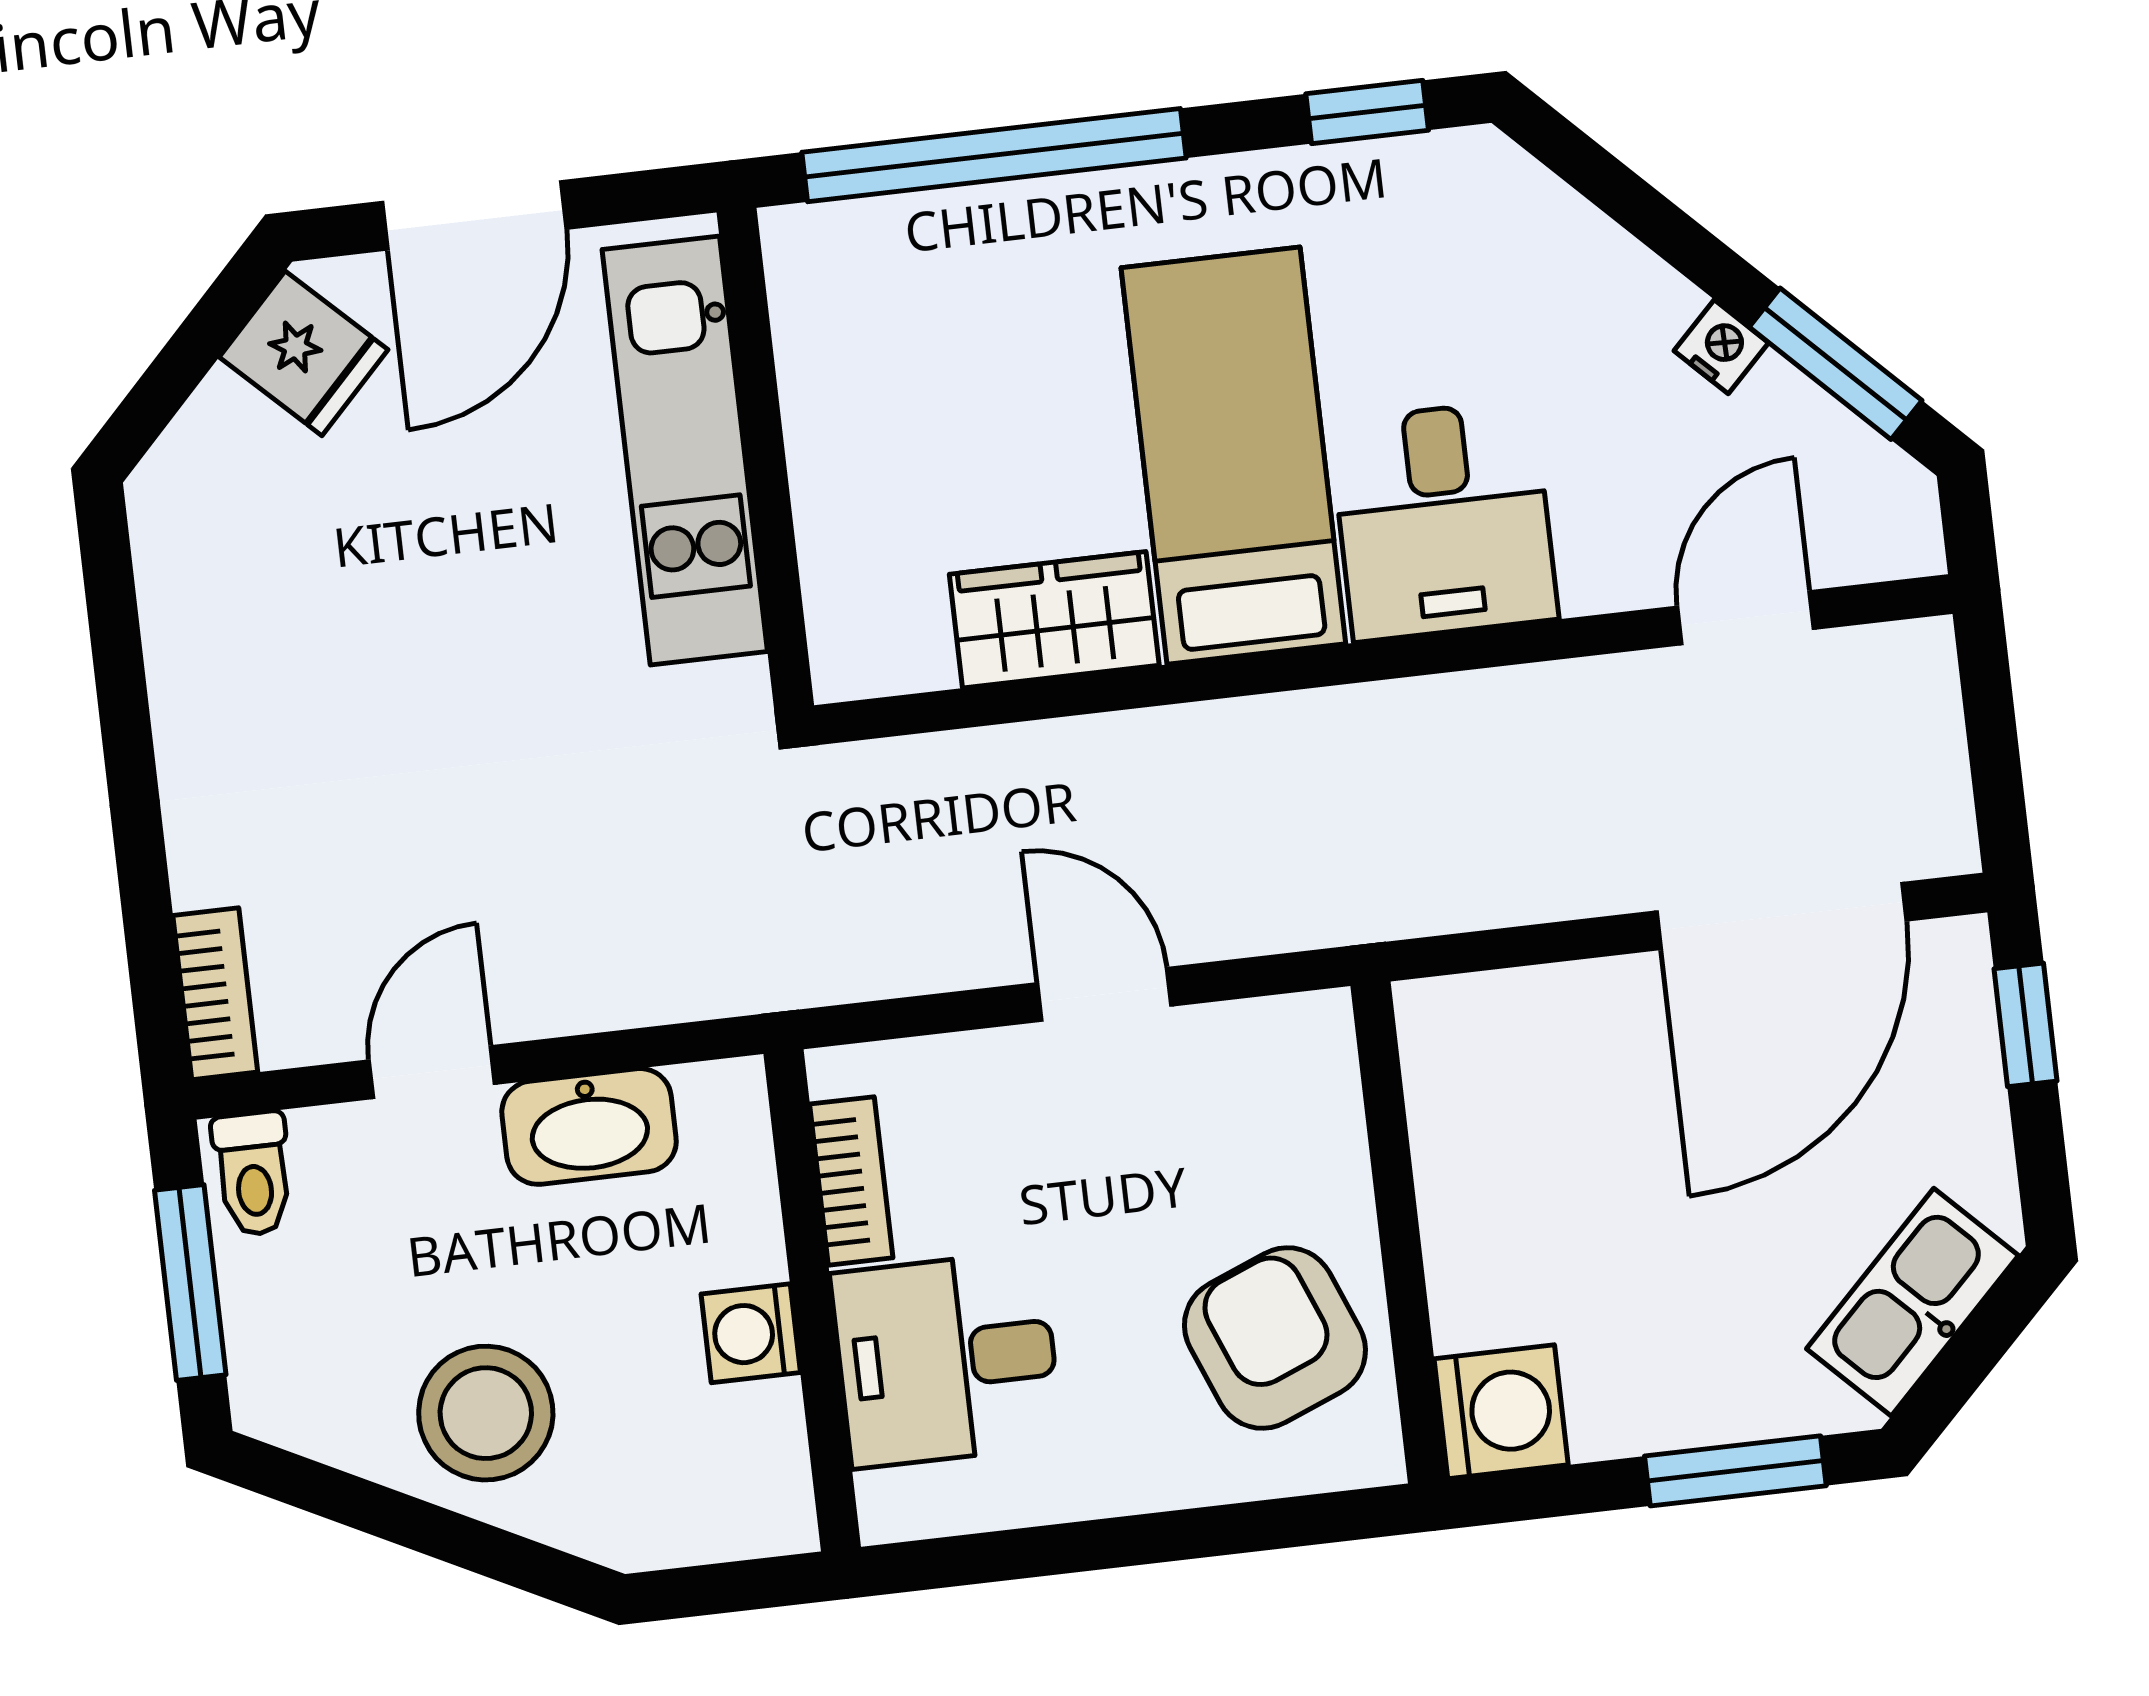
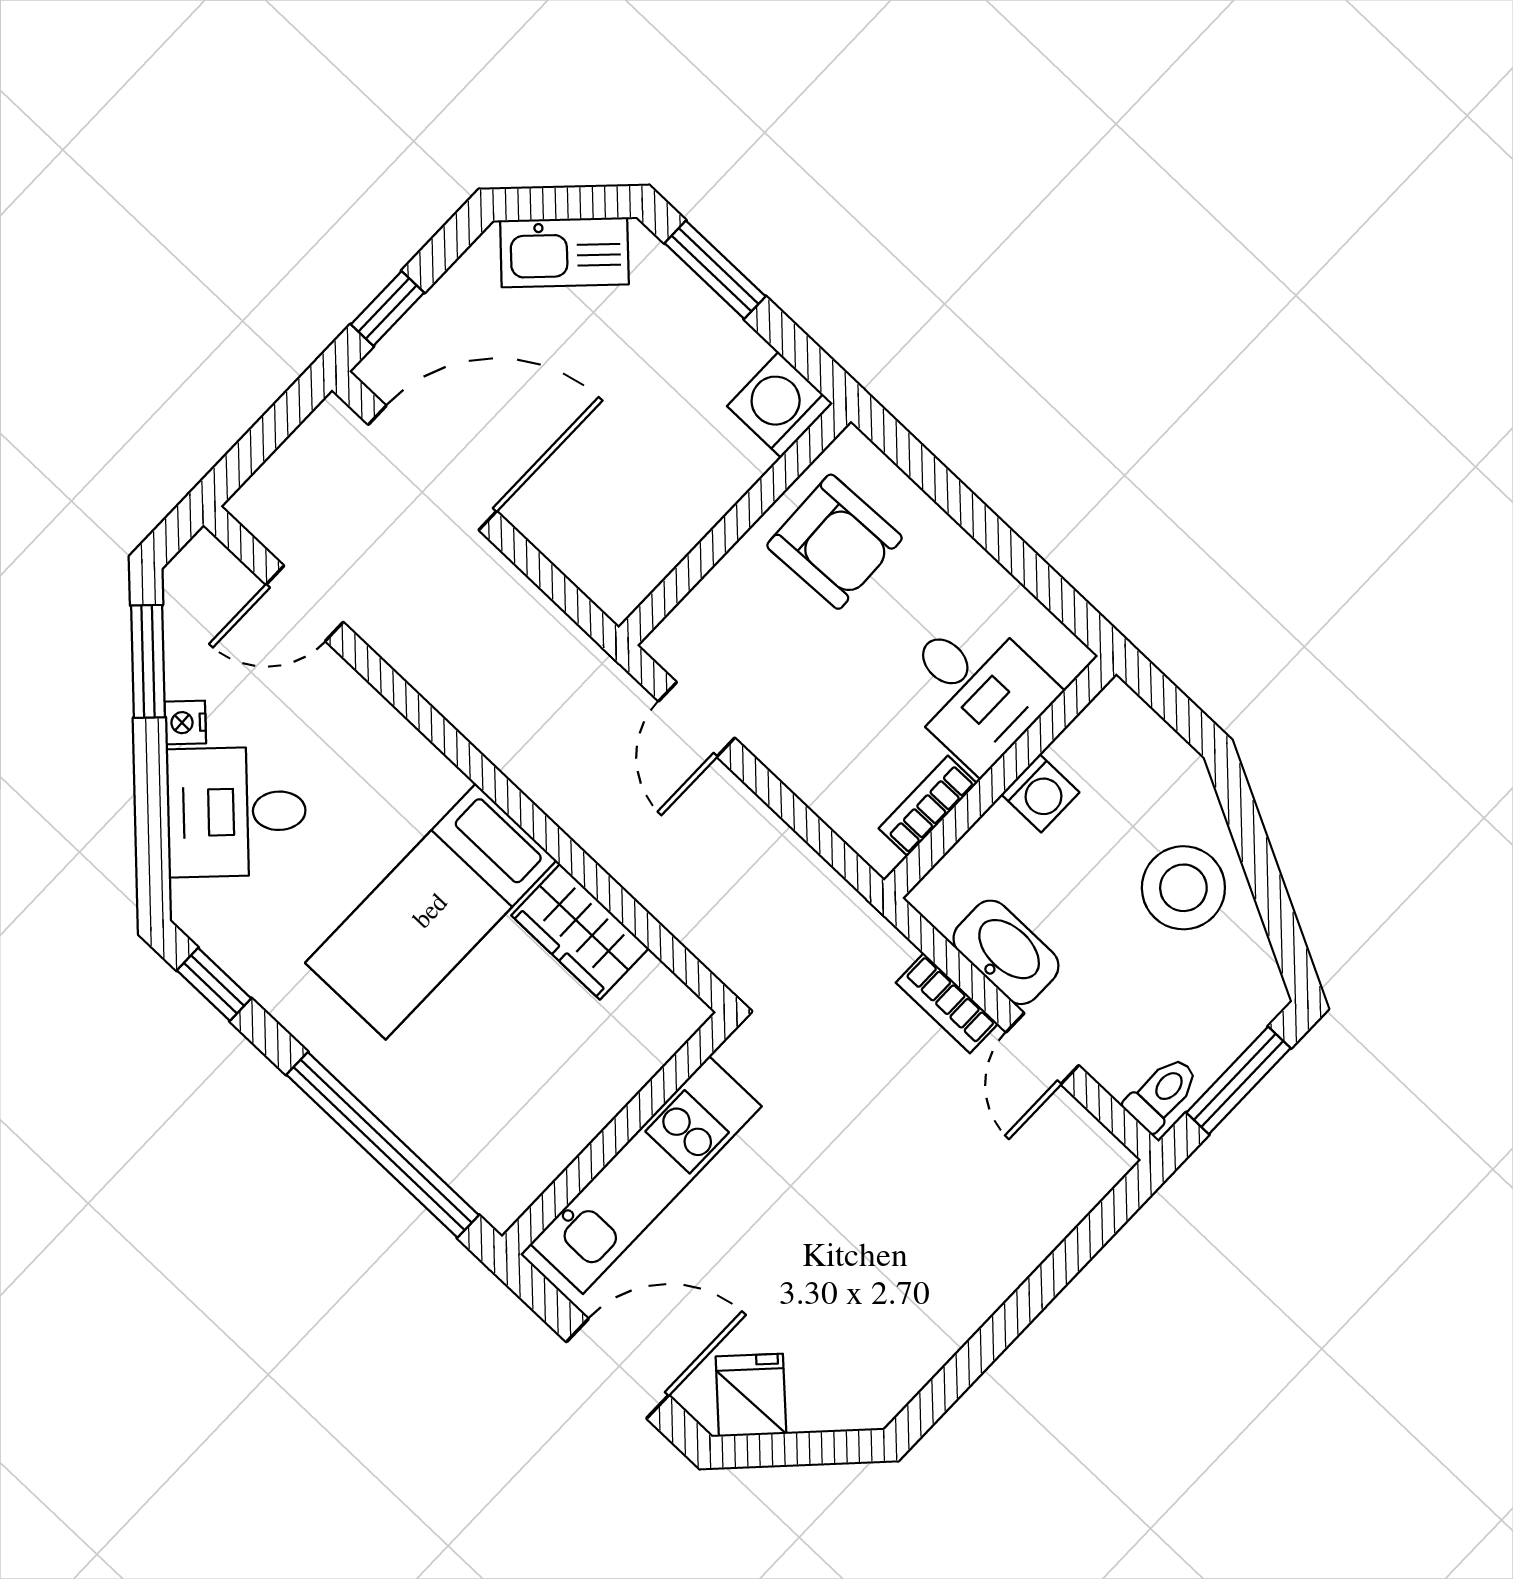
desk: (1444, 520) -> (236, 812), moved, turned -135
bookcase: (215, 994) -> (947, 1003), moved, turned -90
door: (1104, 994) -> (697, 719), moved
door: (432, 1072) -> (1042, 1049), hinge flipped
armchair: (1275, 1338) -> (834, 542), turned -70

